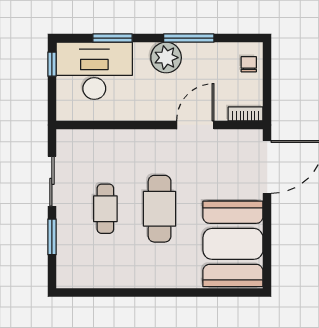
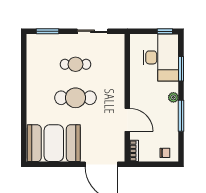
plant: (166, 58) -> (173, 97), width x0.53, depth x0.53
window: (52, 237) -> (48, 31), moved

